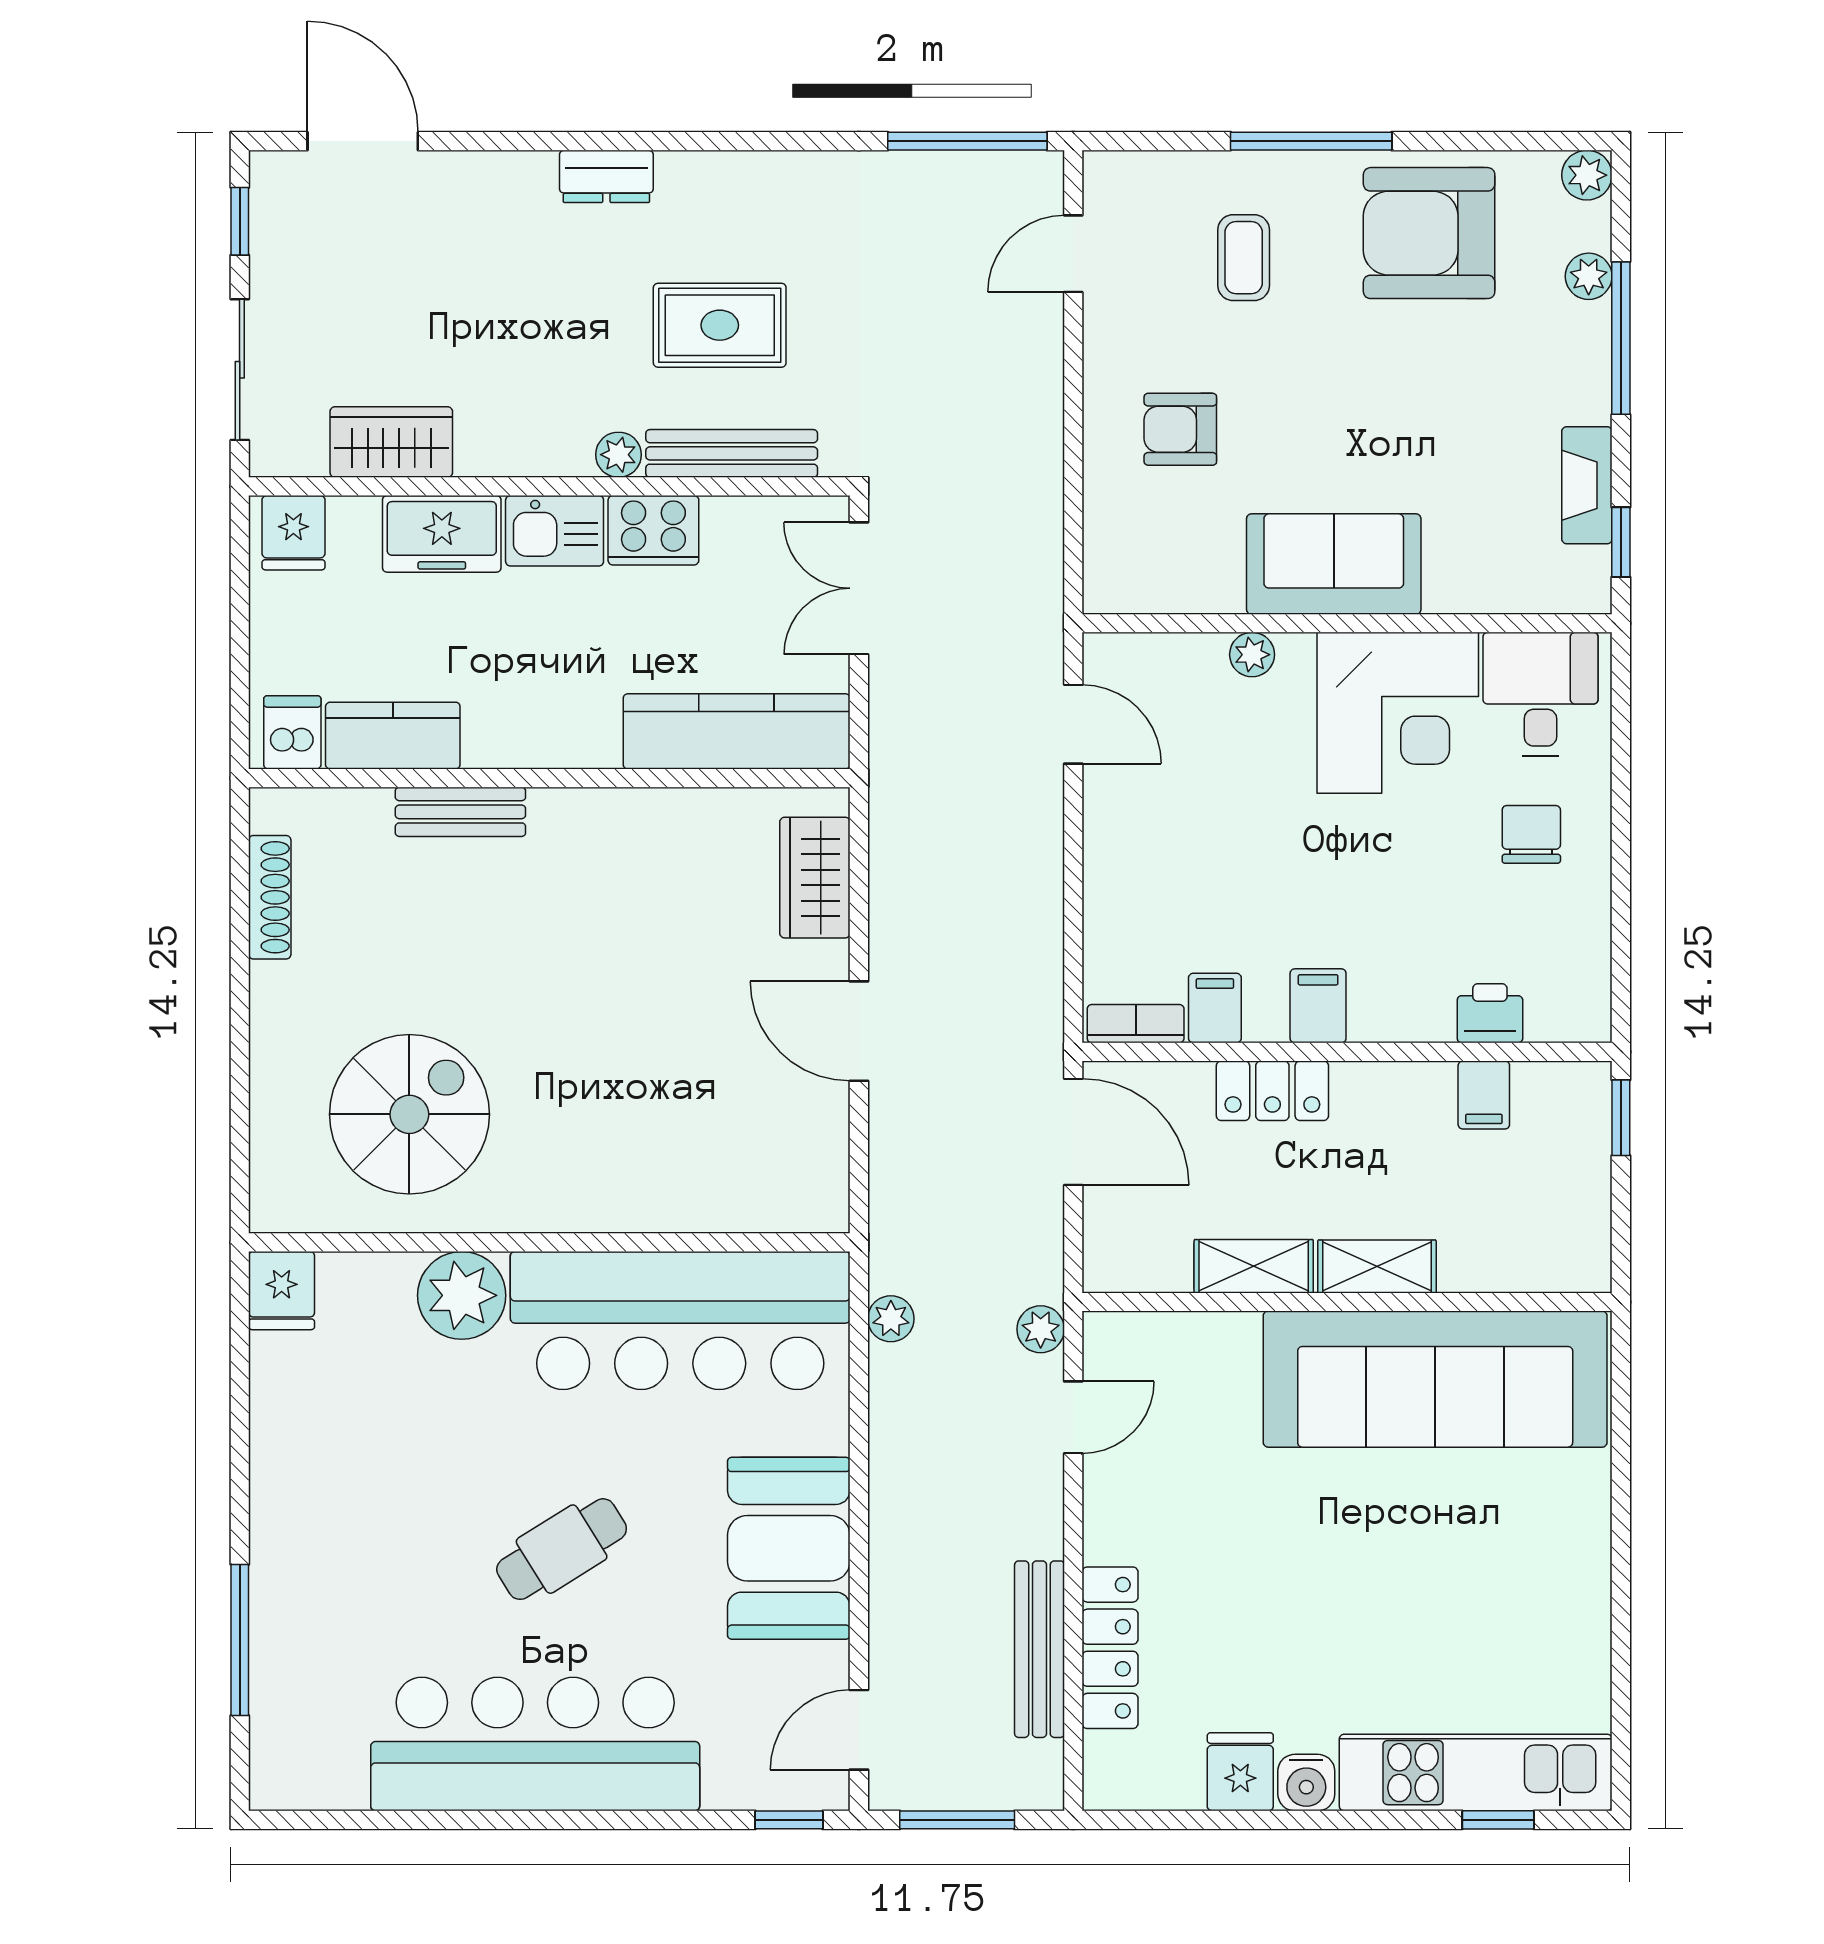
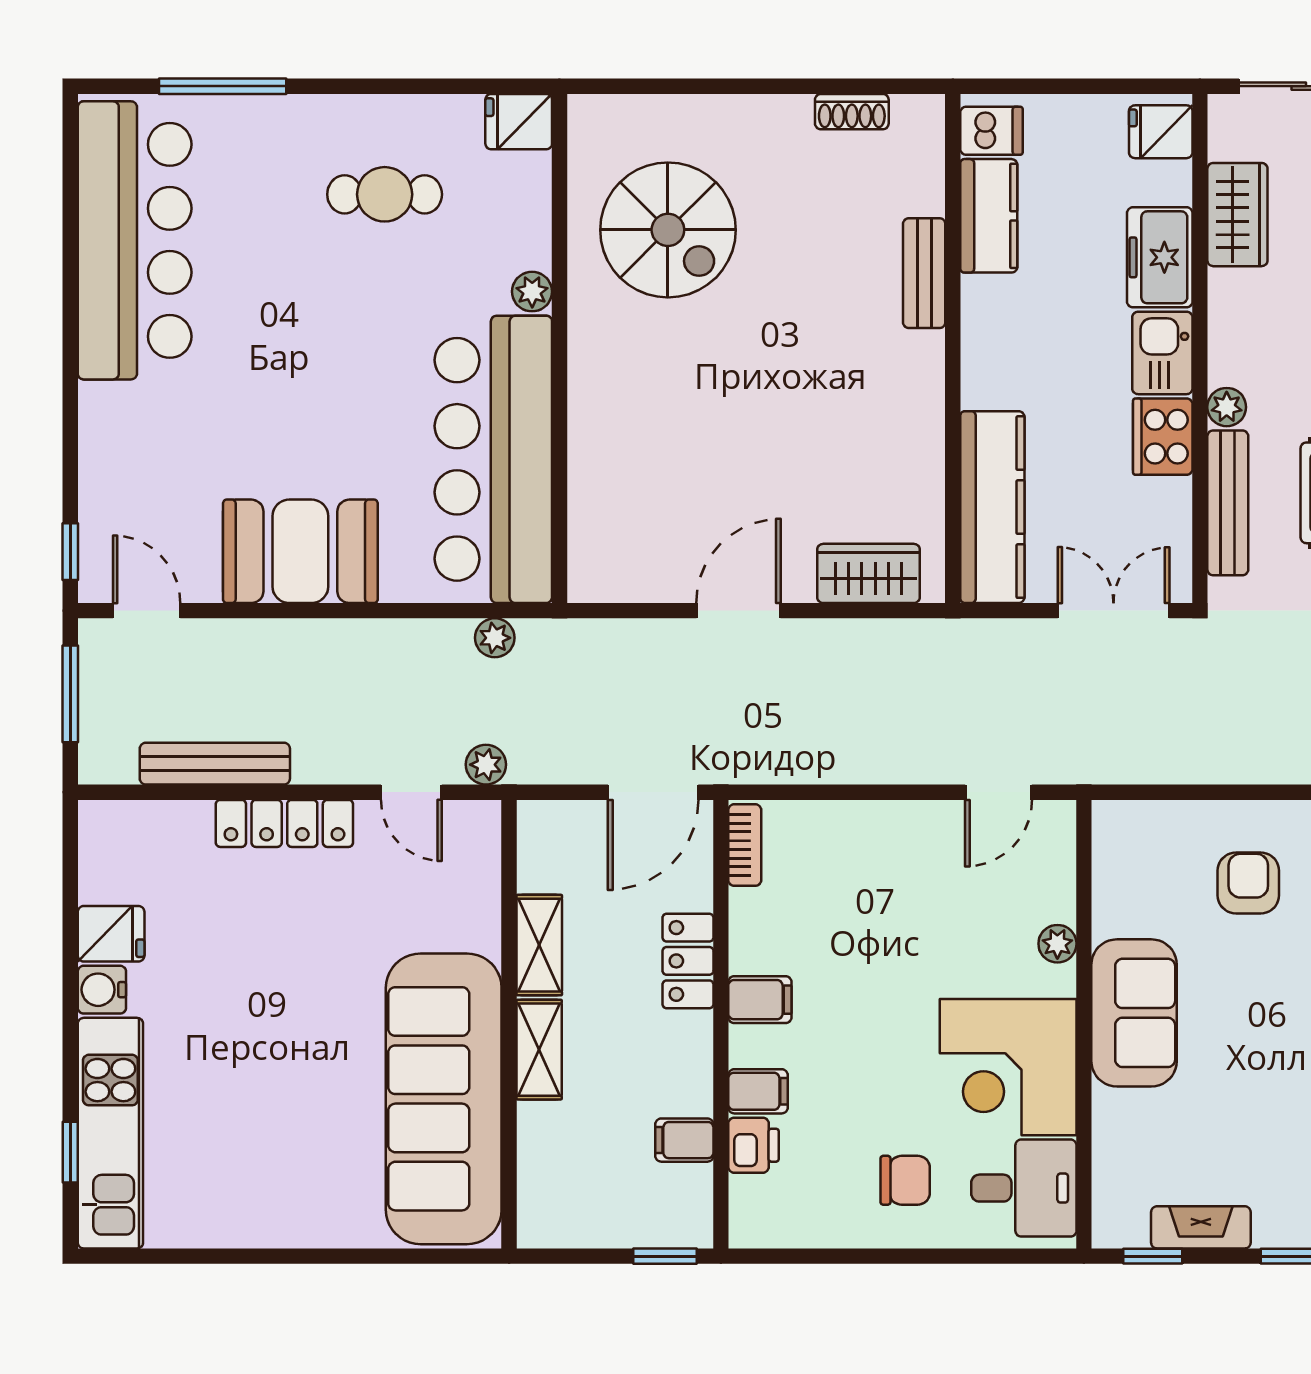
shoe rack: (270, 897) -> (852, 112), width x0.70
filing cabinet: (1215, 1008) -> (758, 1091), moved
plant: (462, 1295) -> (532, 292), width x0.53, depth x0.53
cafe table: (562, 1549) -> (385, 194), moved, turned -58
locker: (1110, 1648) -> (284, 823), moved
bar counter: (535, 1744) -> (135, 240), moved

